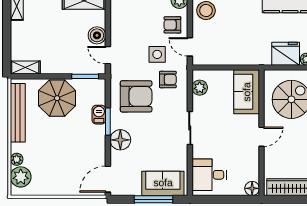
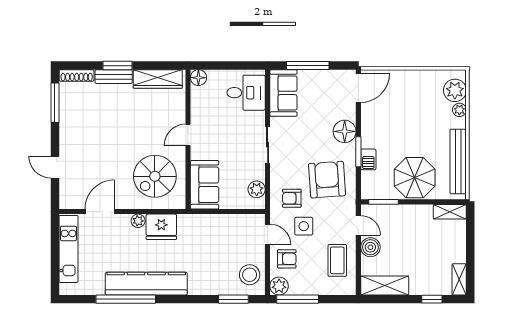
coffee table: (127, 23) -> (337, 260), added
armchair: (136, 96) -> (327, 180), turned 86
sofa: (163, 183) -> (283, 93), moved, turned -90

